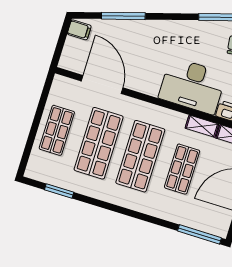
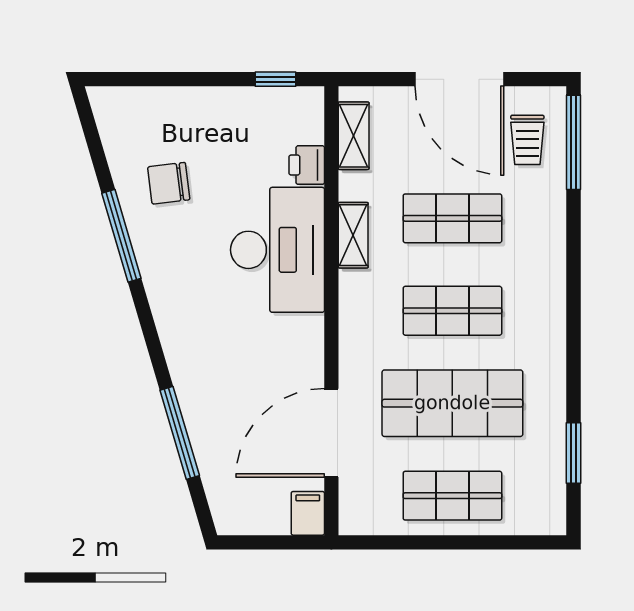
filing cabinet: (79, 30) -> (308, 513), moved
shelving: (202, 126) -> (353, 235), moved
shop shelf: (140, 156) -> (452, 311), width x0.70, depth x0.74
trolley: (207, 214) -> (527, 140), added

